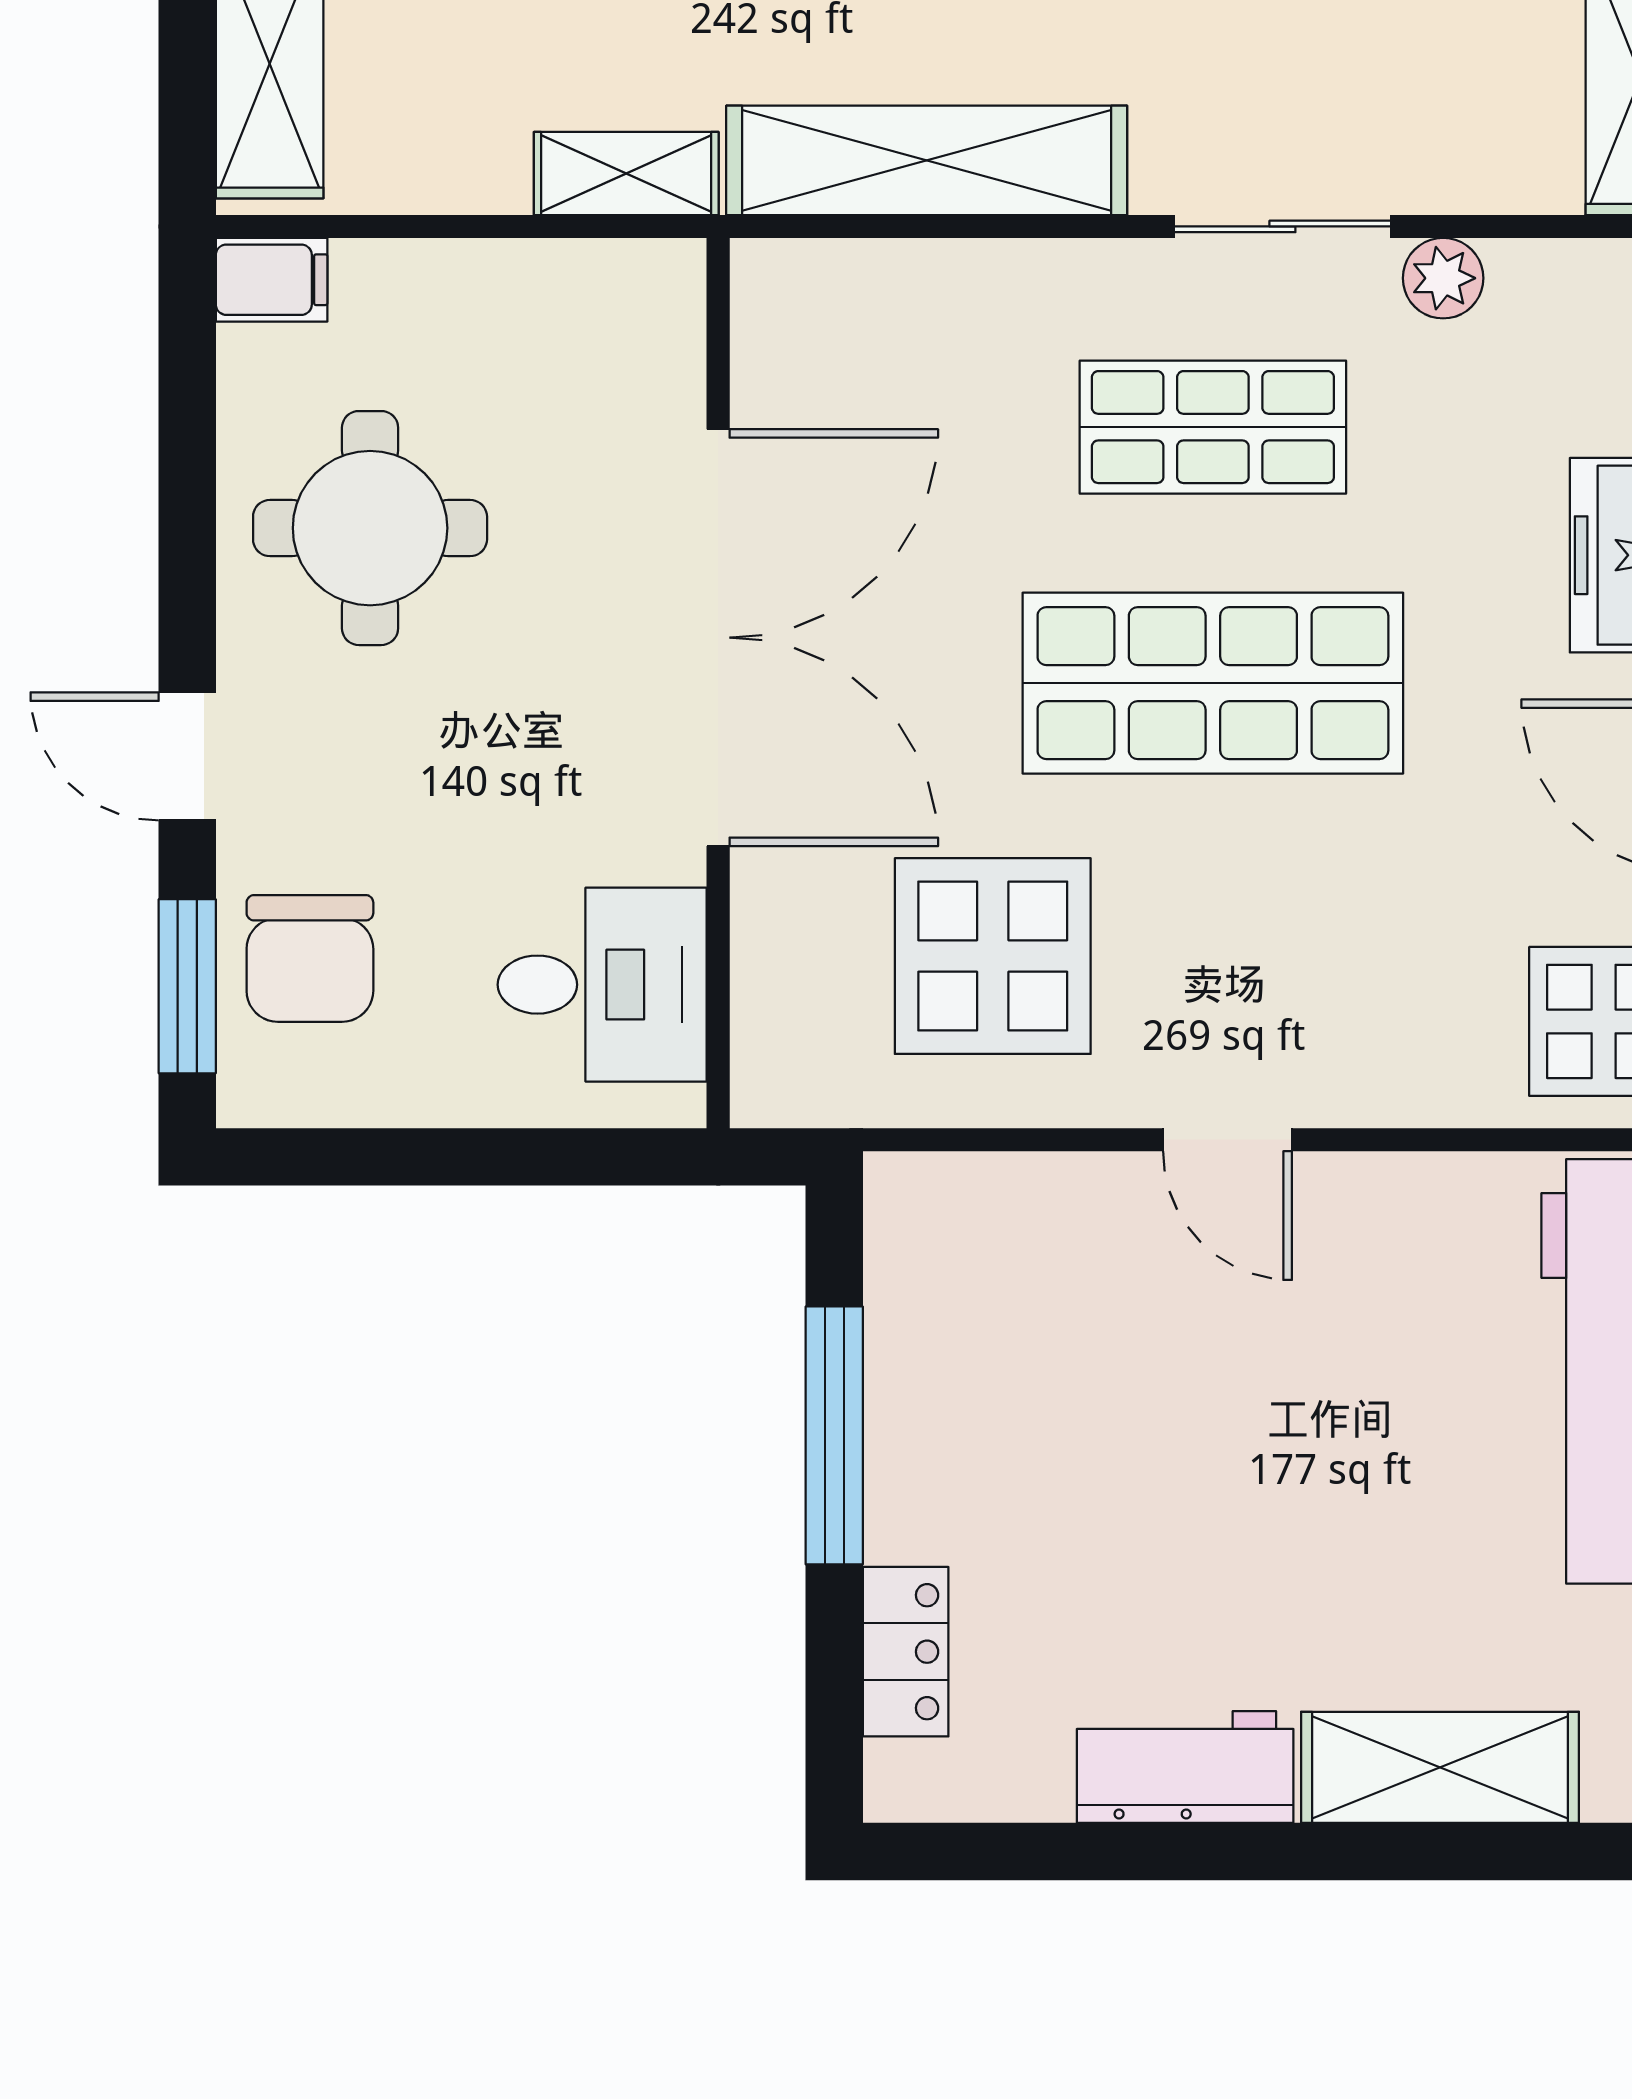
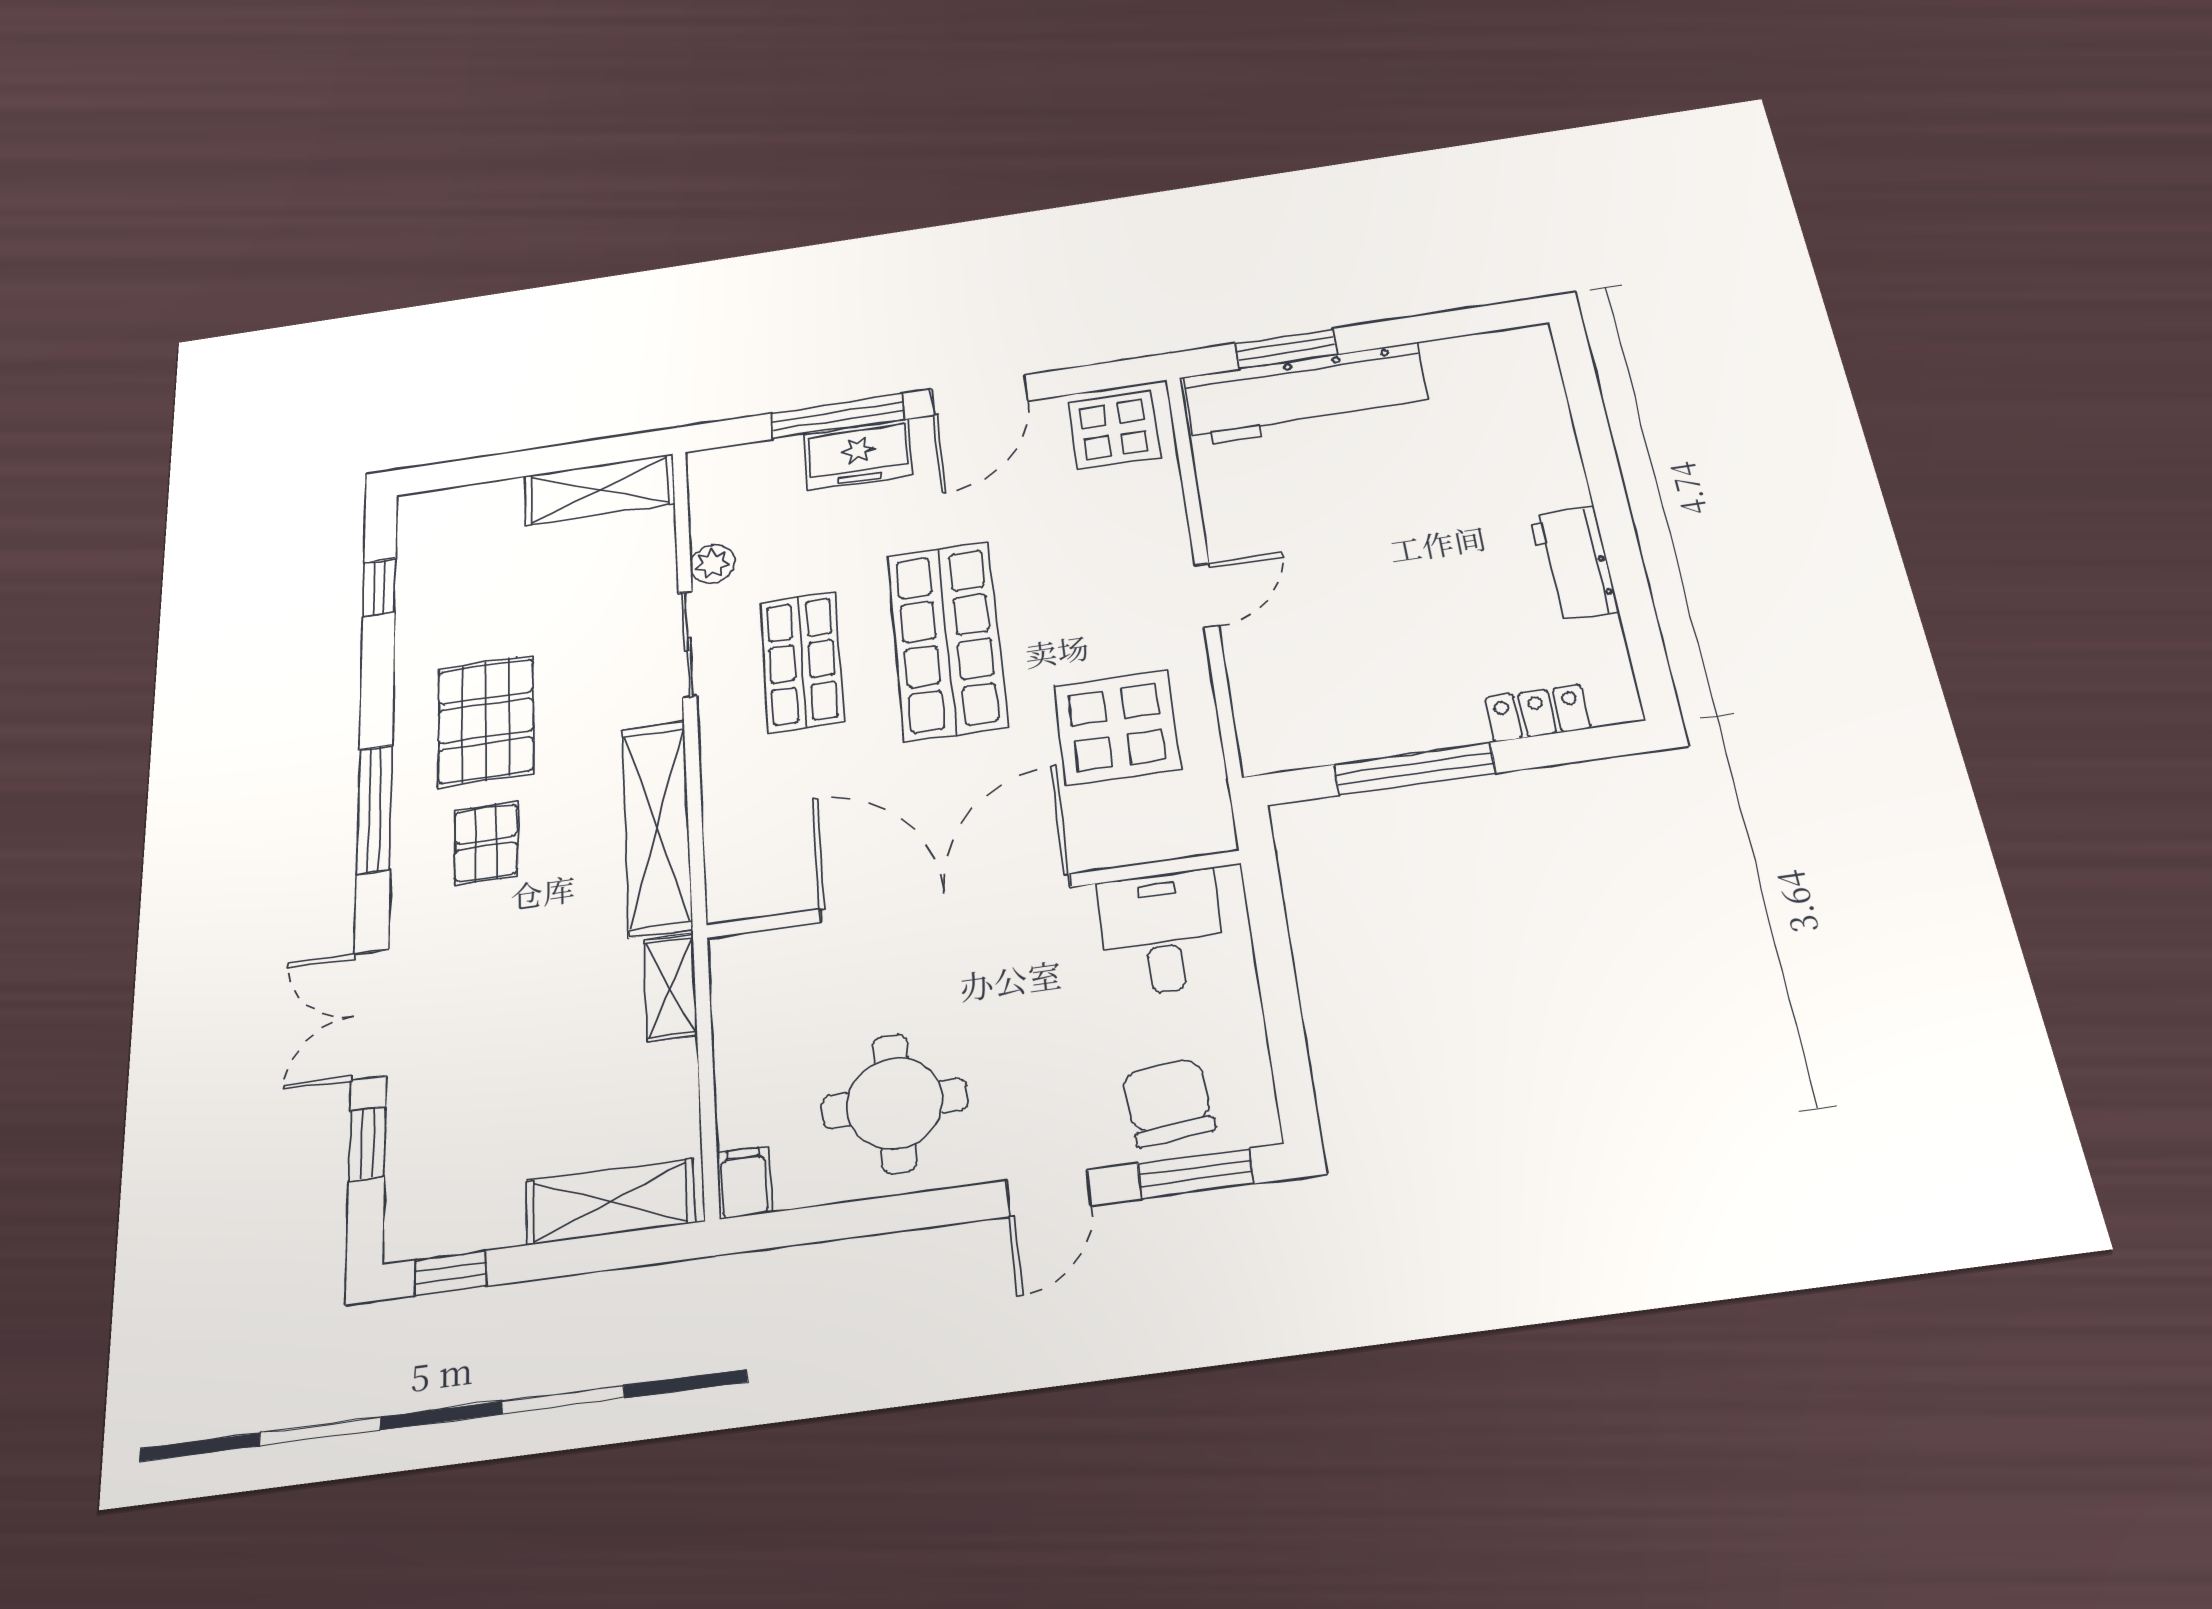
chair: (310, 958) -> (1168, 1102), turned -96
shelving: (1440, 1767) -> (1546, 442), removed

